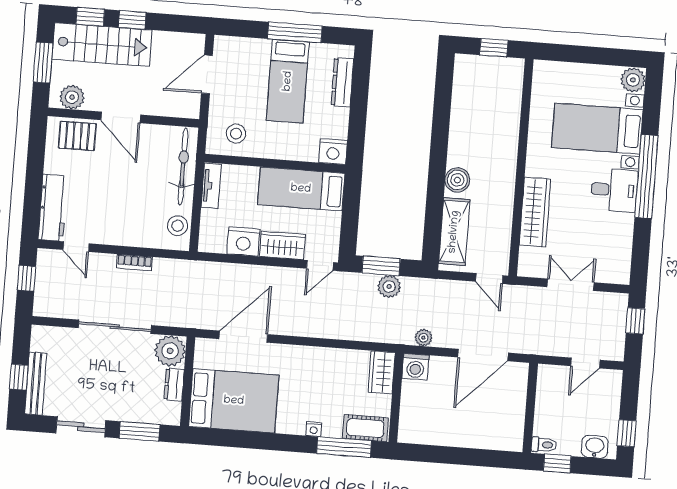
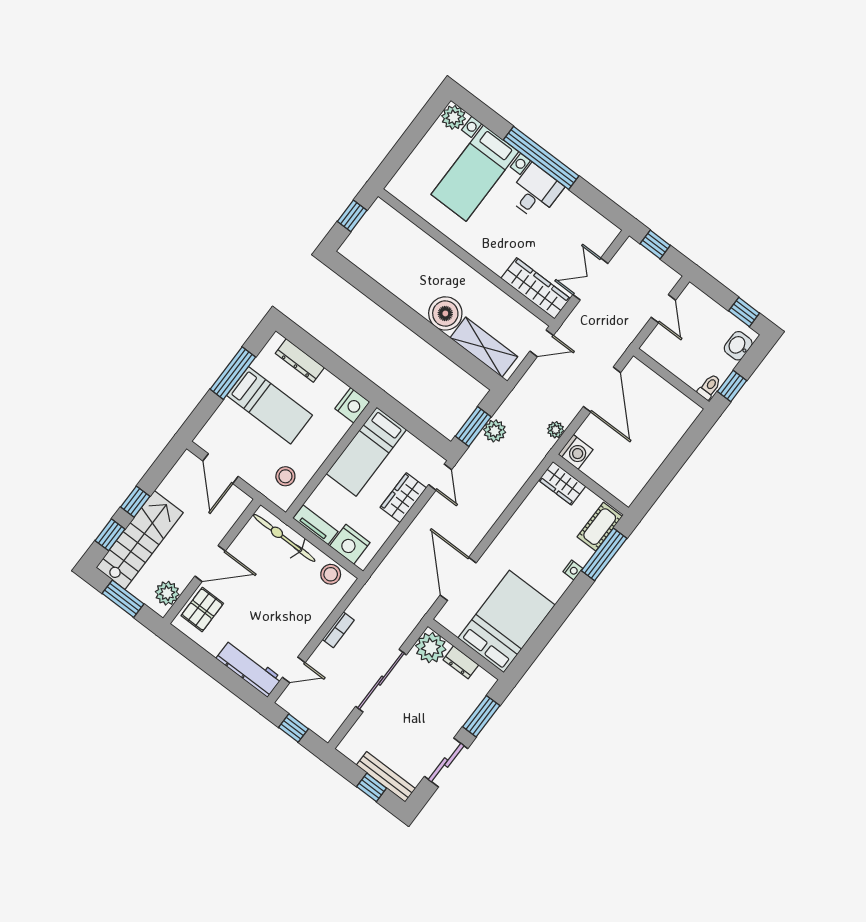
boiler: (457, 180) -> (445, 313), width x1.37, depth x1.37
wardrobe: (535, 212) -> (536, 288), moved
nightstand: (243, 241) -> (350, 544), moved, turned 90

